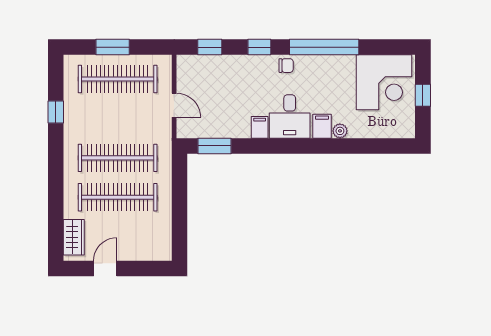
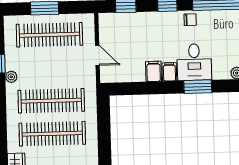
filing cabinet: (322, 126) -> (154, 71), moved
plant: (71, 128) -> (11, 77), added
window: (214, 146) -> (198, 87), moved

